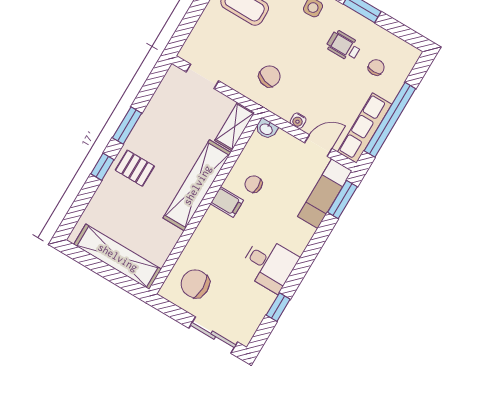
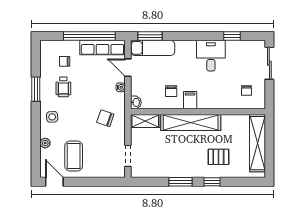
pallet: (135, 168) -> (218, 157), moved, turned 90
chair: (195, 284) -> (247, 91), width x0.54, depth x0.54

